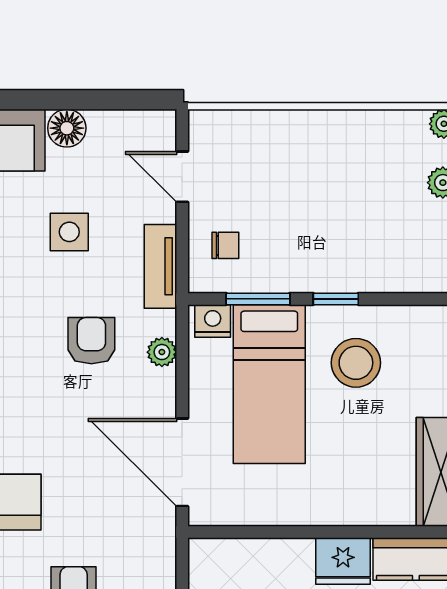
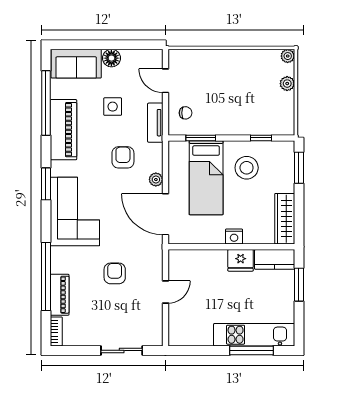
window: (336, 299) -> (261, 138), moved
nightstand: (213, 321) -> (234, 237), moved, turned 180
plant: (162, 352) -> (156, 180), moved

